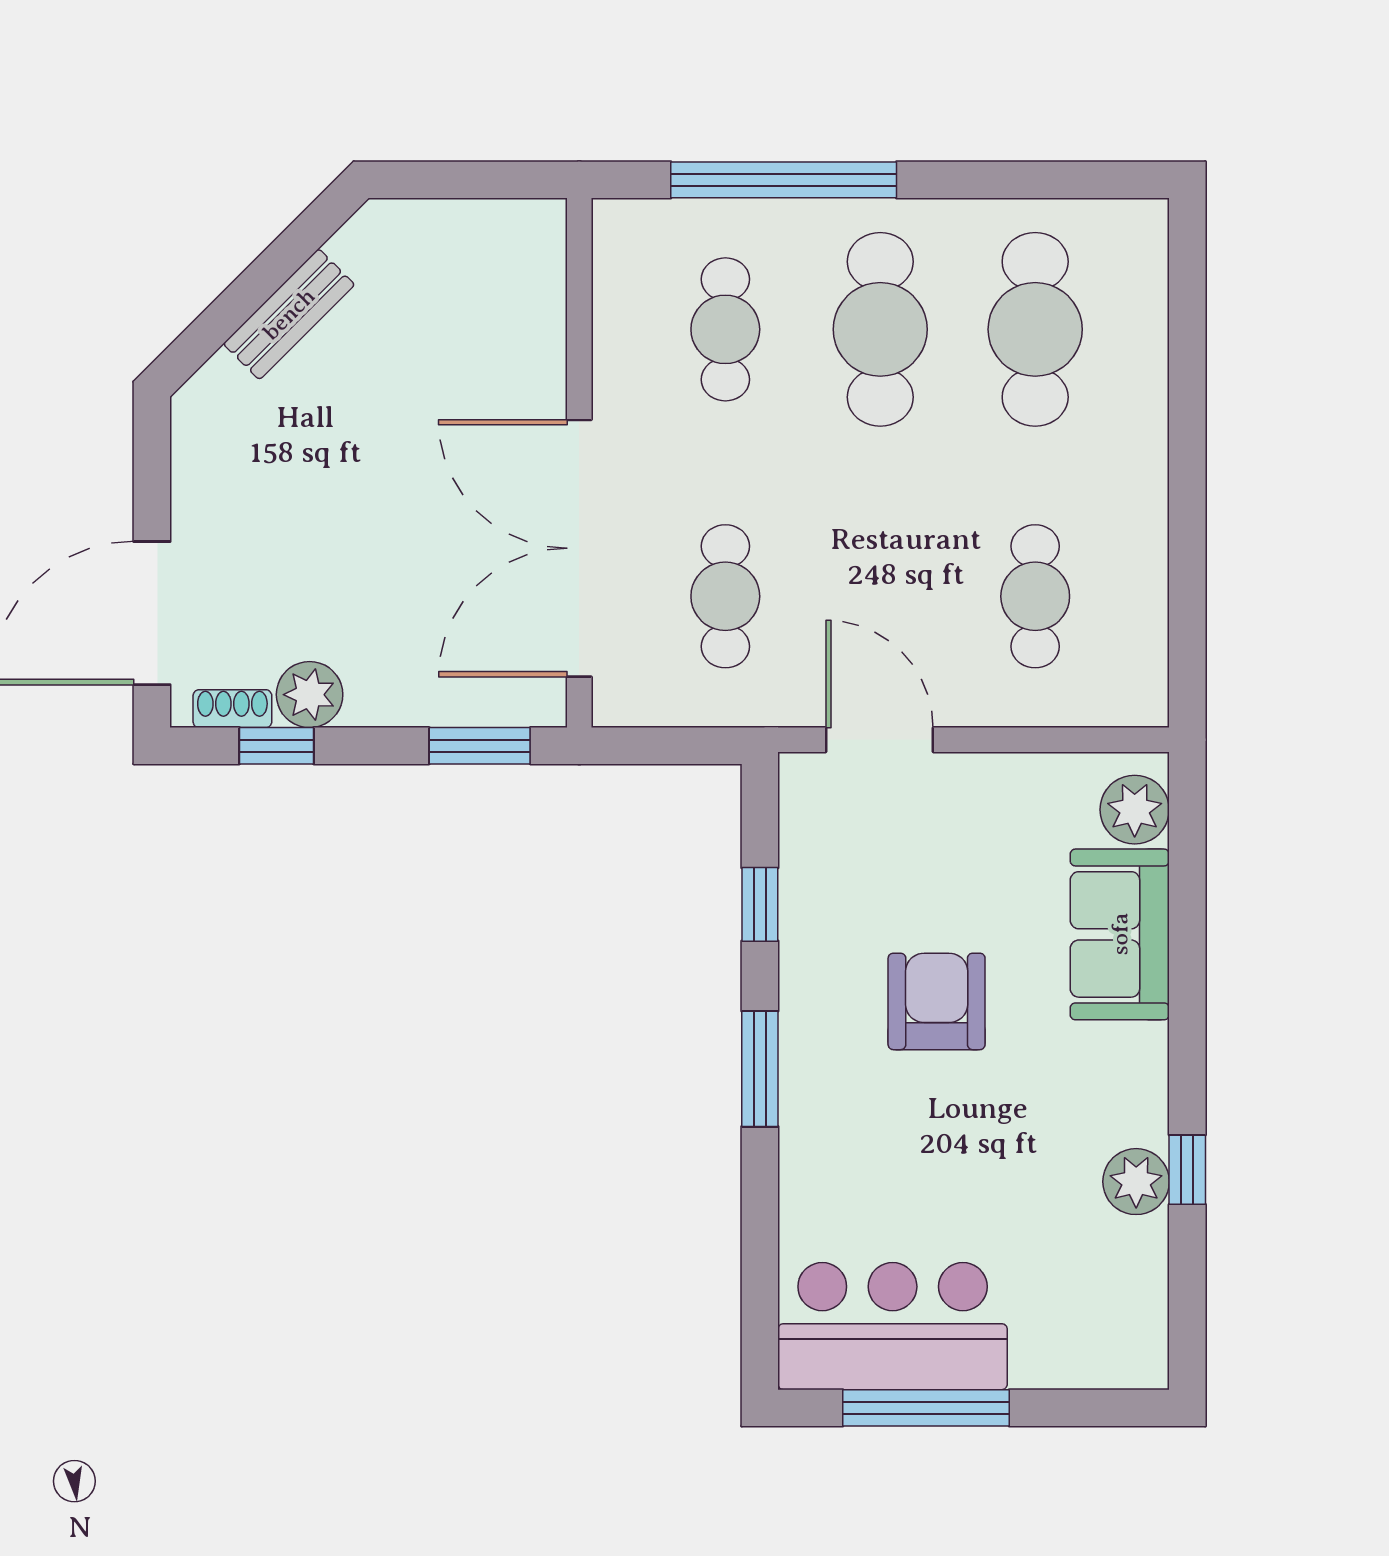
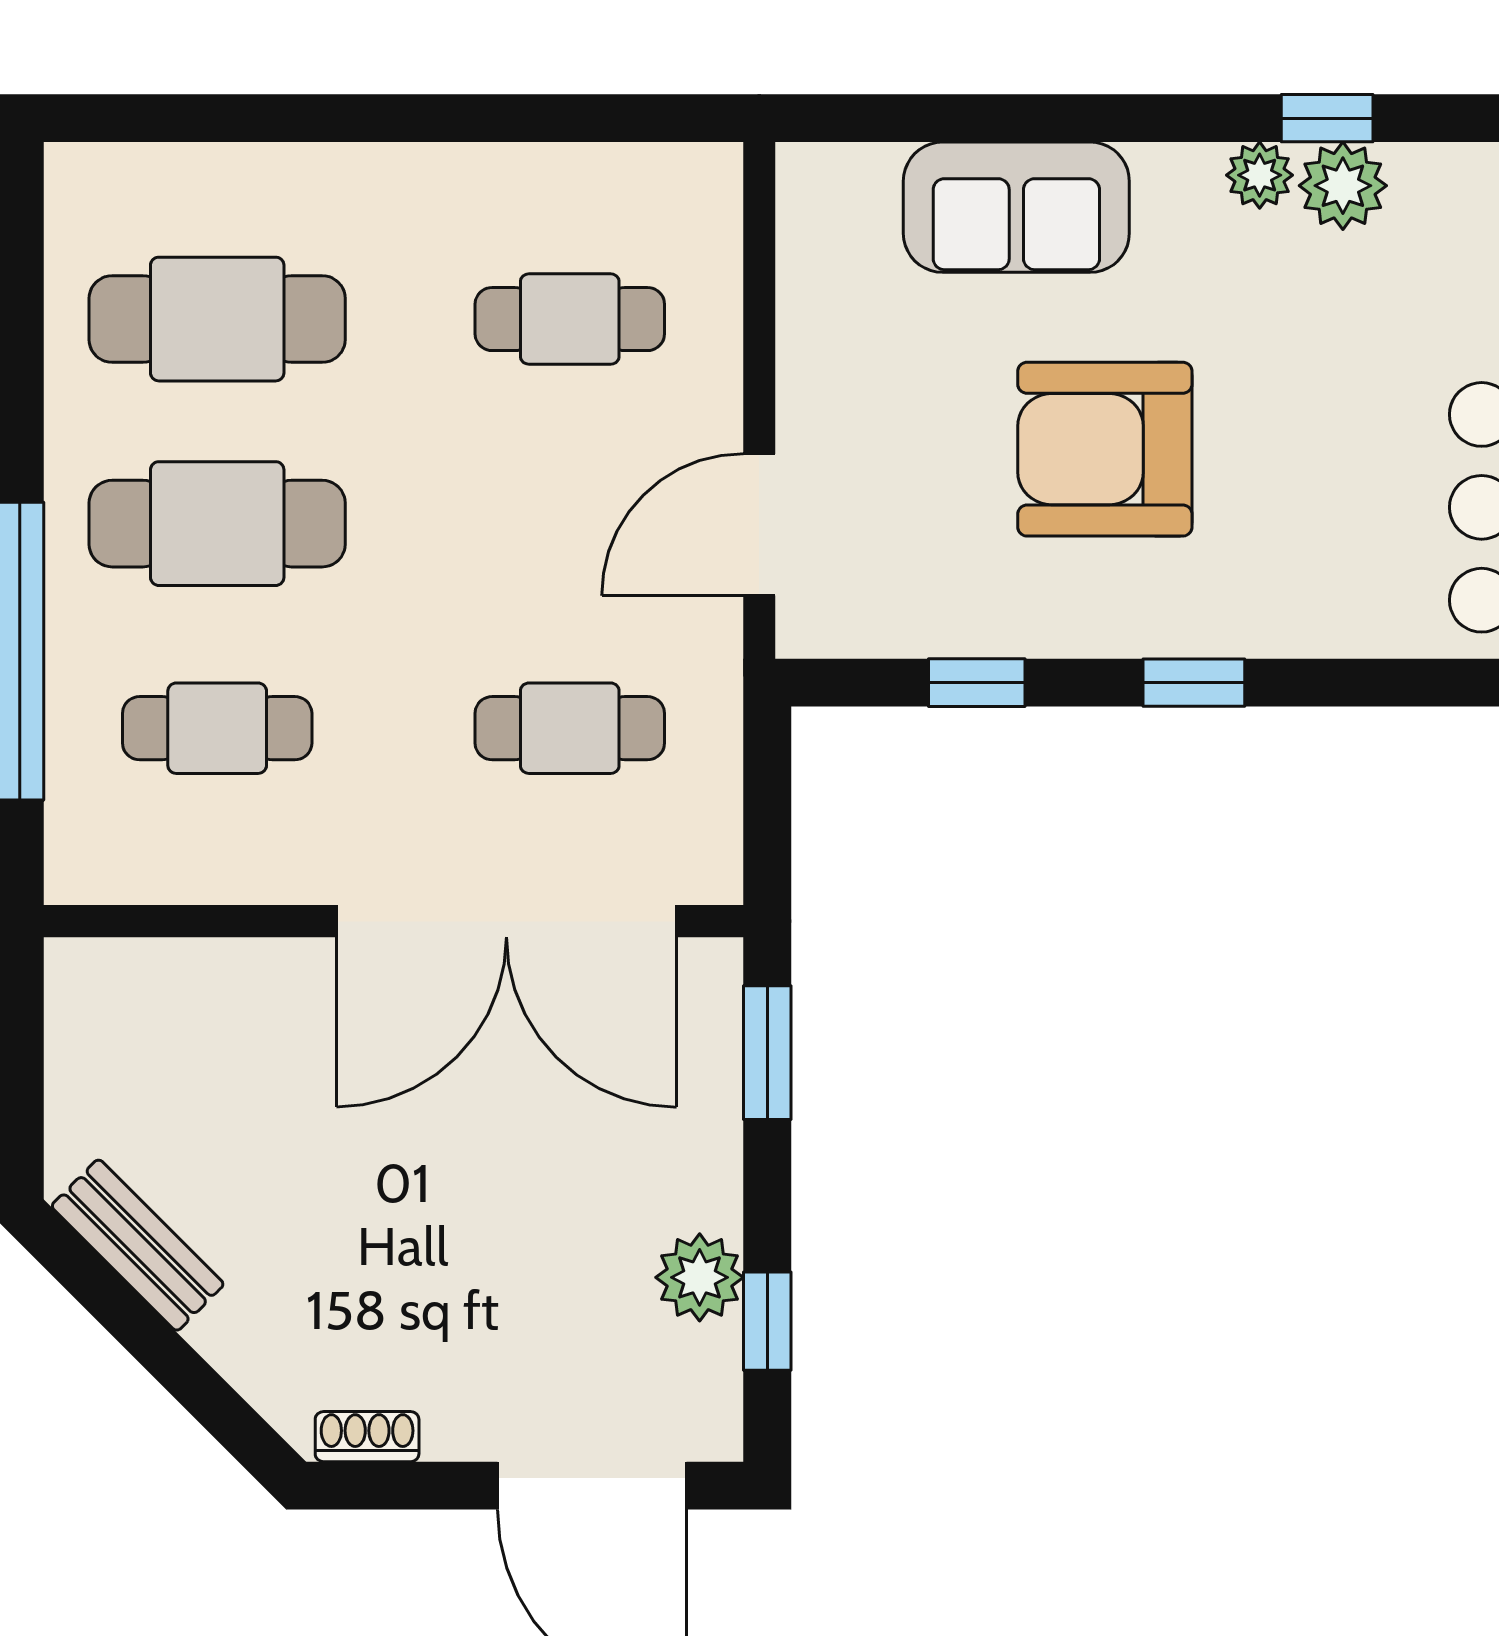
bench: (289, 314) -> (138, 1245), moved
shoe rack: (232, 709) -> (367, 1437), moved, turned 90
plant: (1135, 810) -> (1260, 175), moved, width x0.73, depth x0.73
armchair: (937, 1001) -> (1105, 449), width x1.36, depth x1.36
window: (760, 1069) -> (1194, 683), width x0.67

